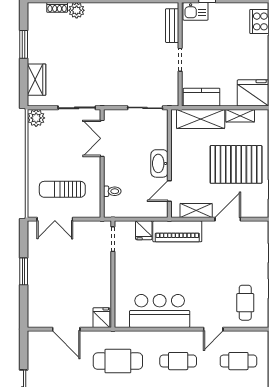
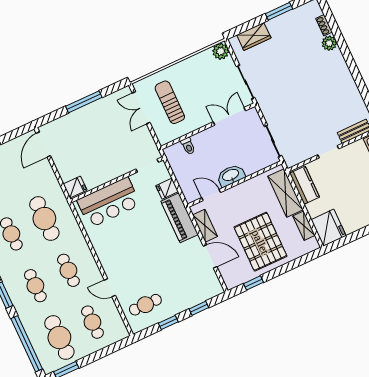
window: (24, 271) -> (84, 102), width x1.44
bar counter: (160, 311) -> (109, 202), moved, turned 90
door: (66, 329) -> (43, 145), moved

